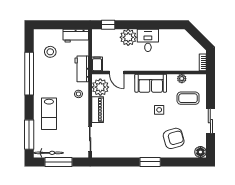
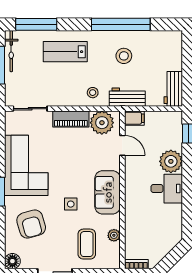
stool: (50, 52) -> (124, 56), moved
door: (117, 72) -> (122, 145), swing flipped
corner sofa: (131, 142) -> (26, 165), added

